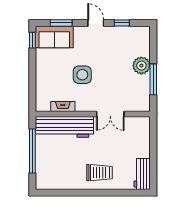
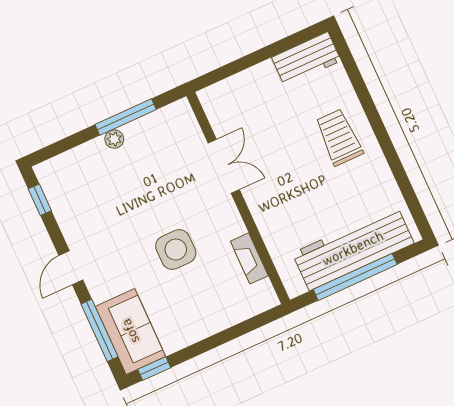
window: (61, 23) -> (99, 330), width x1.44
window: (122, 23) -> (40, 200), moved
plant: (141, 66) -> (114, 139), width x0.53, depth x0.53
workbench: (64, 127) -> (353, 248), moved, turned -90

